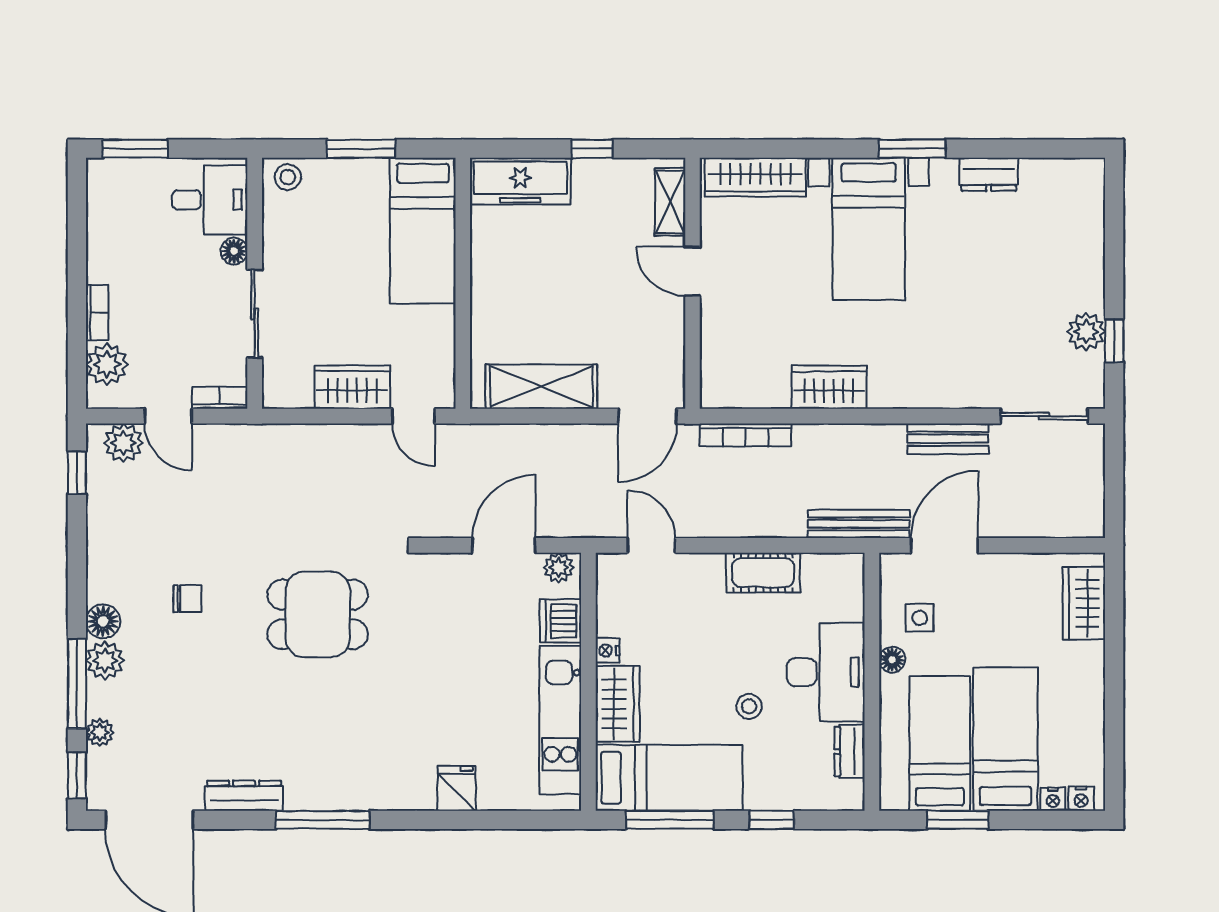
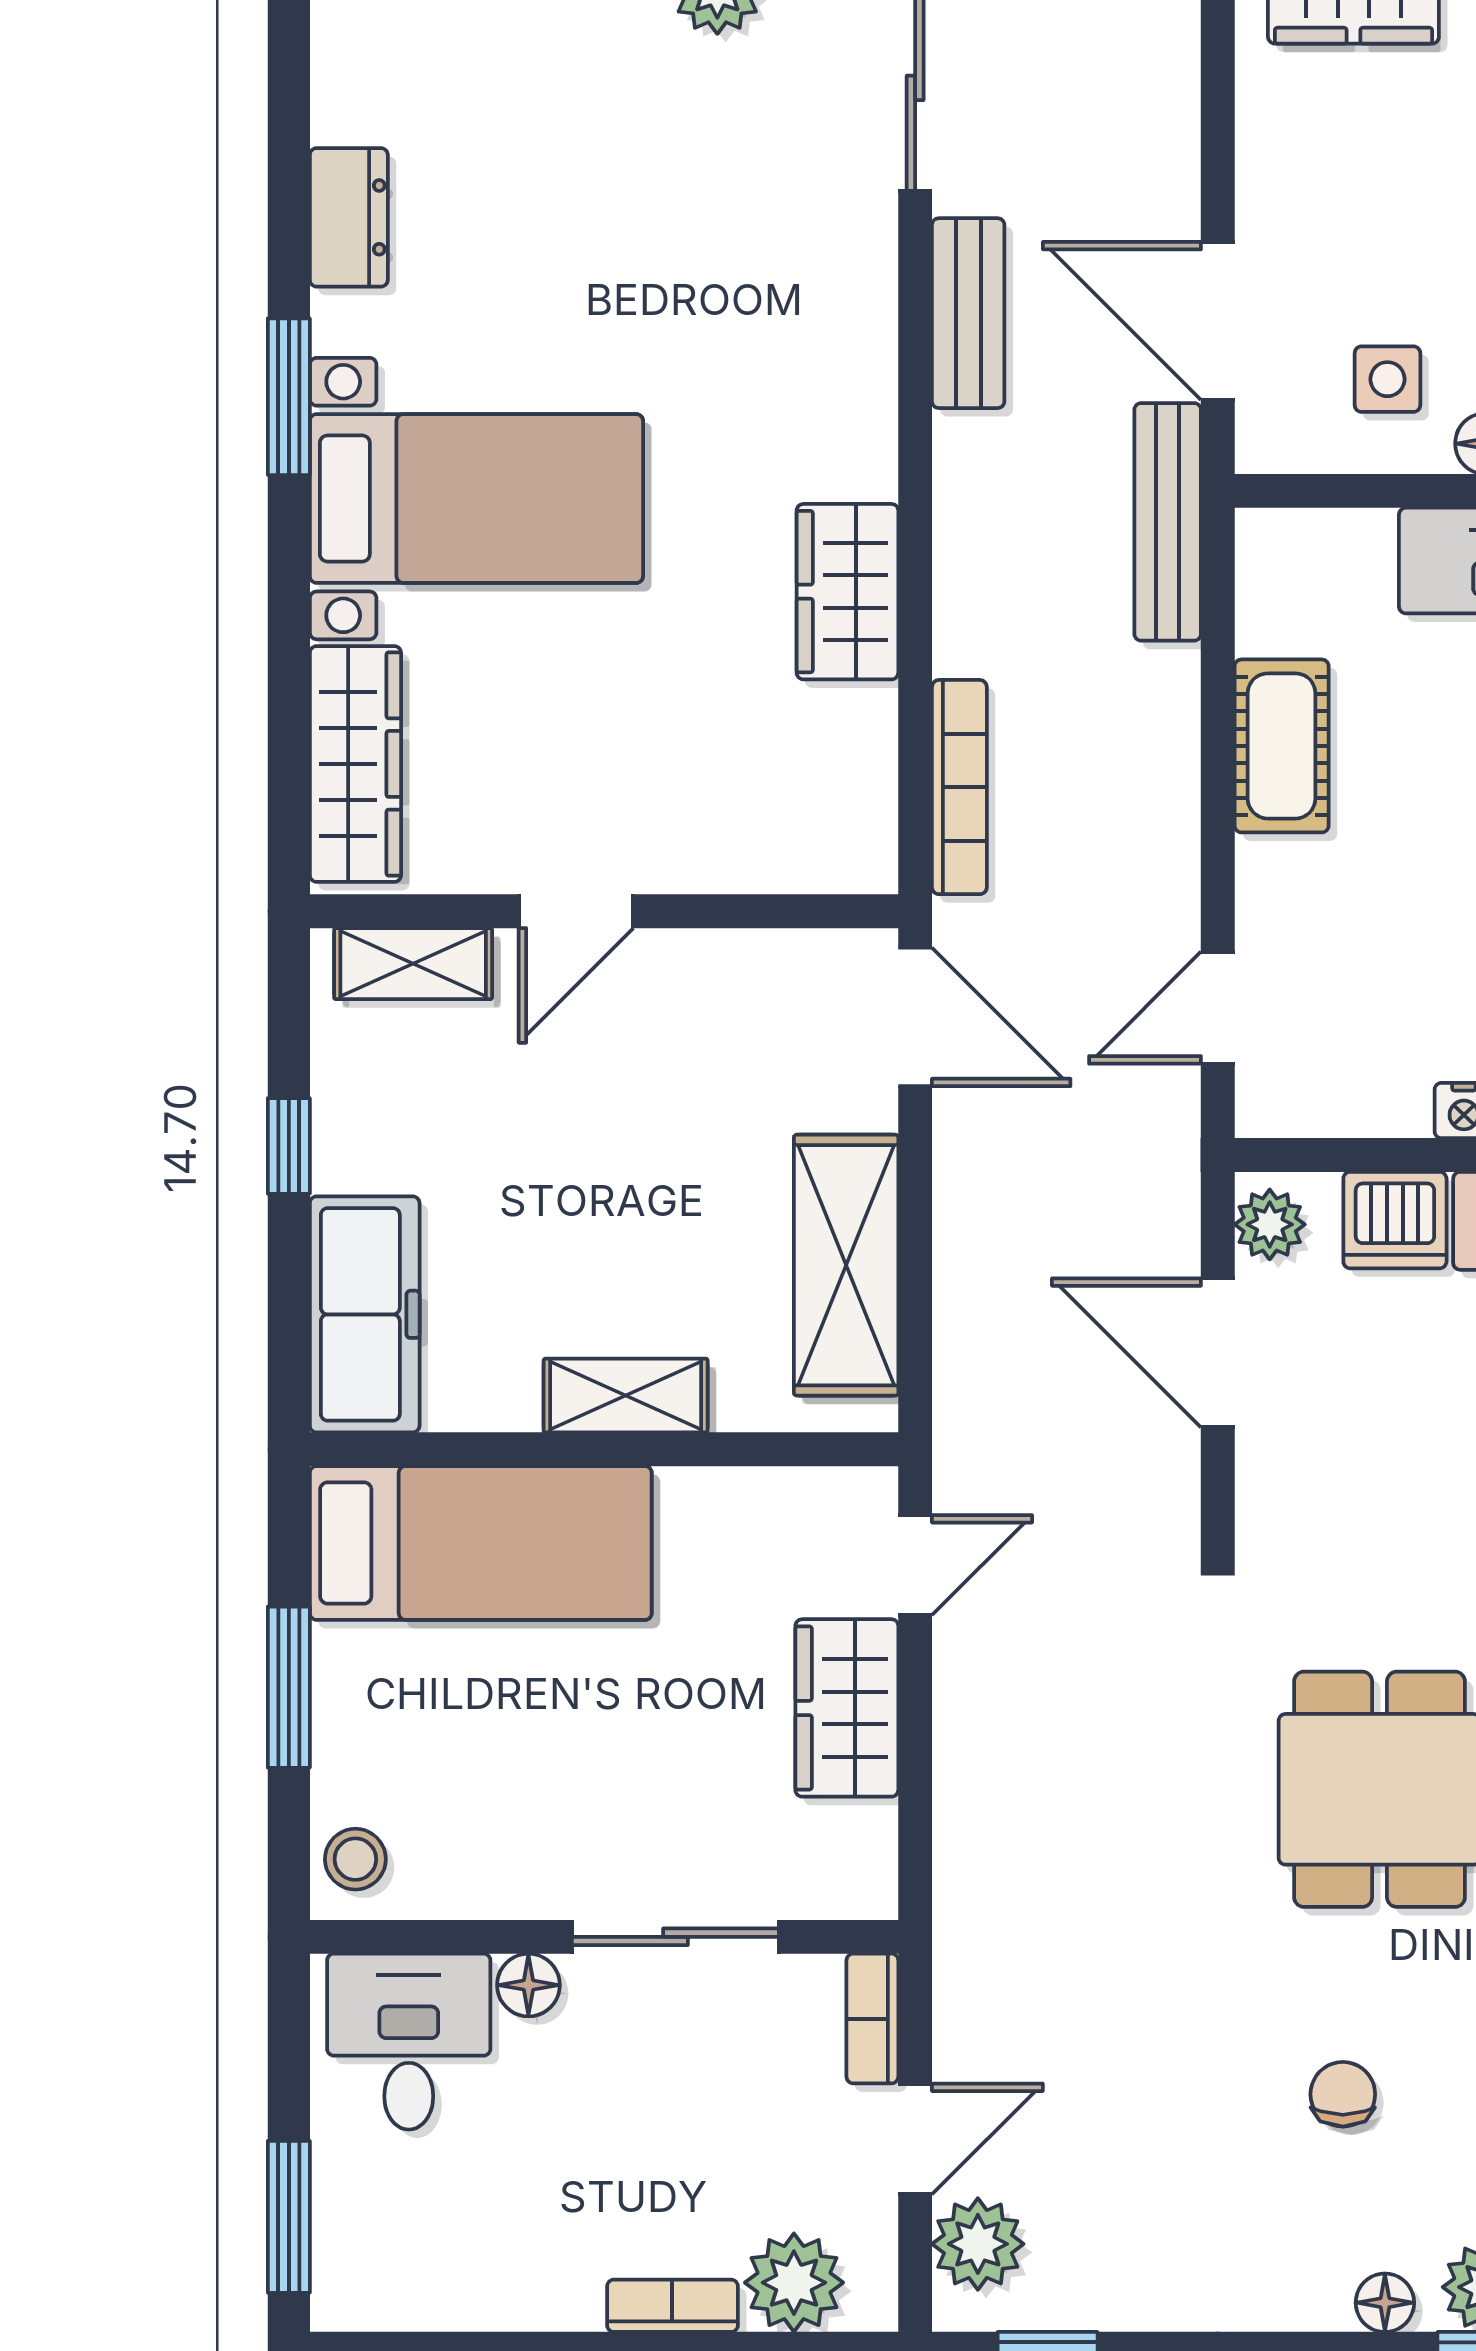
shelving: (486, 293) -> (626, 1396), added
floor lamp: (103, 621) -> (1385, 2303), width x0.73, depth x0.73

